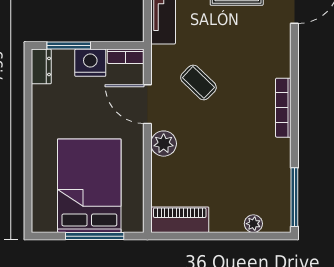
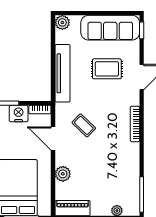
bookcase: (283, 108) -> (135, 124), moved
plant: (164, 144) -> (63, 174), moved

